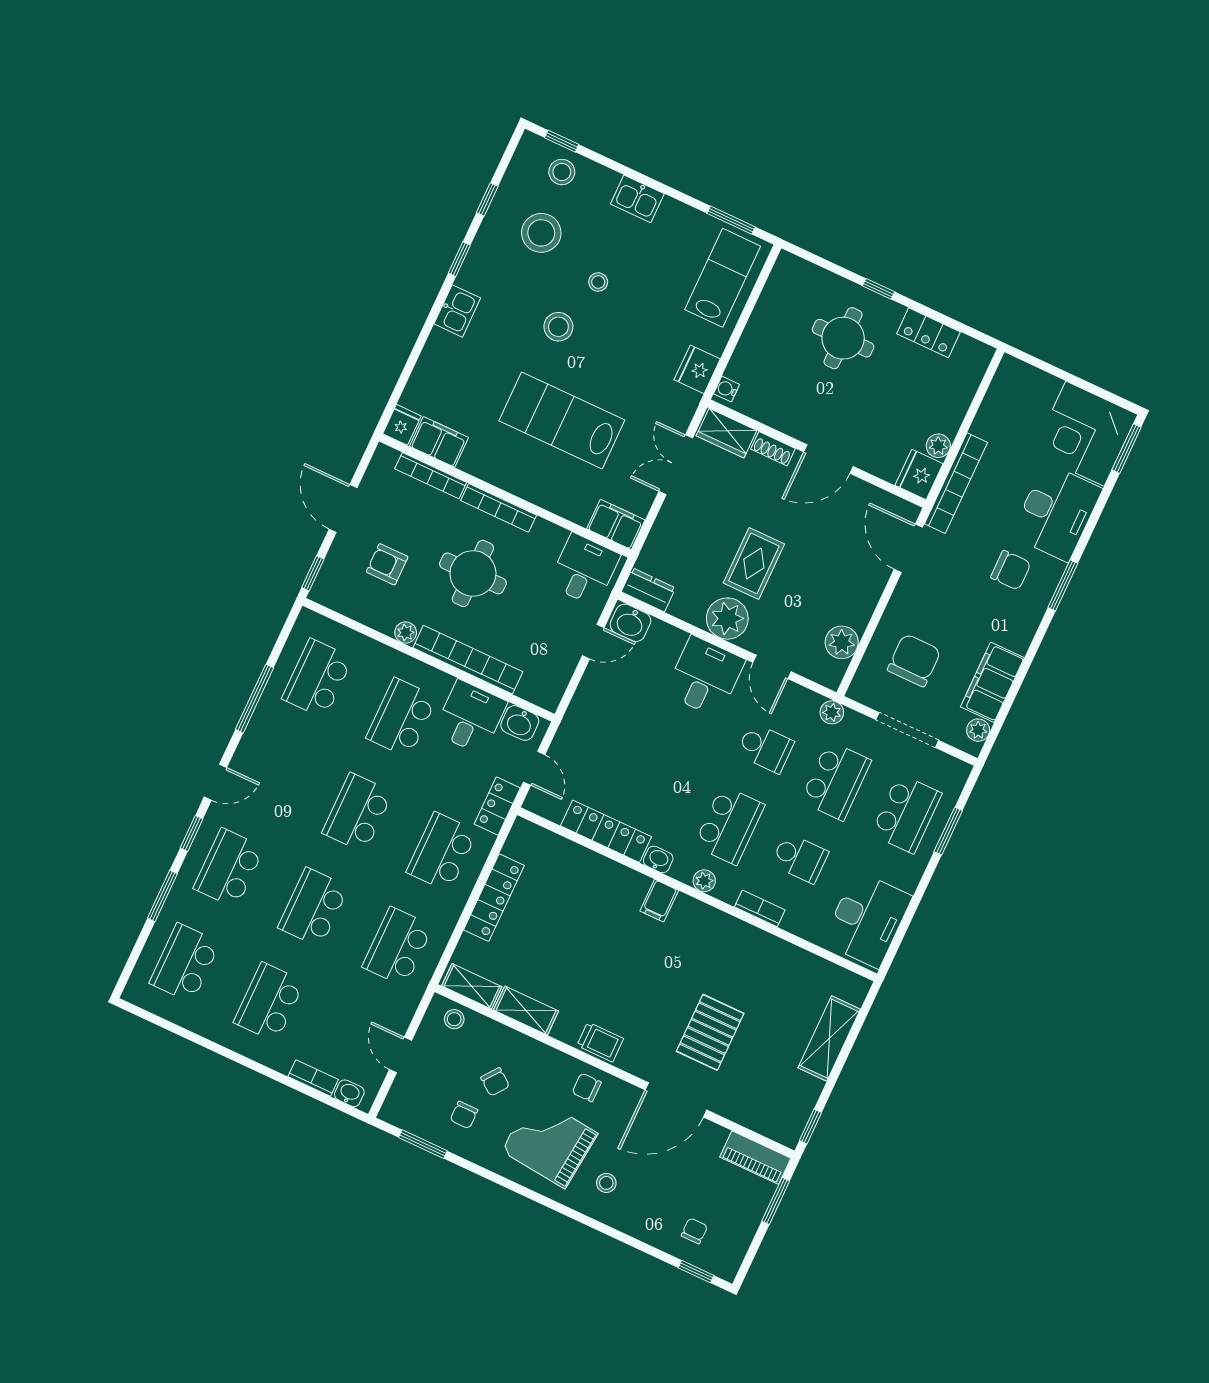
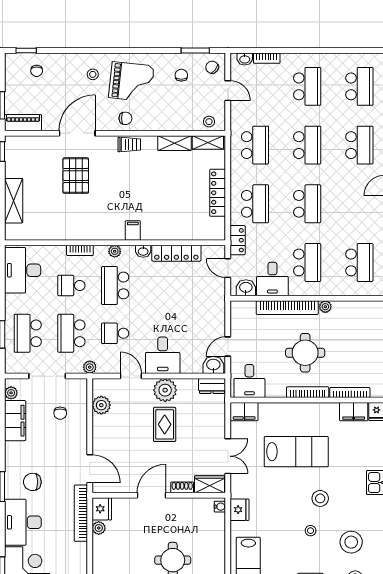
armchair: (387, 564) -> (351, 337), removed
chair: (914, 660) -> (60, 413), width x0.54, depth x0.54
trolley: (600, 1042) -> (129, 145), turned 180
chair: (495, 1082) -> (212, 67), moved

